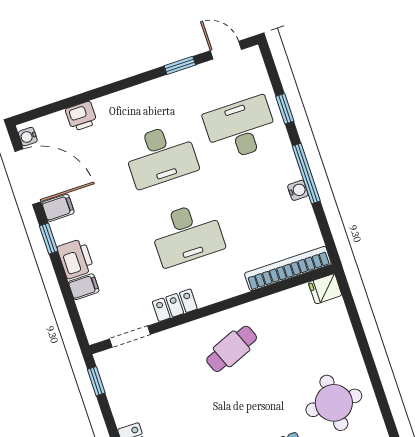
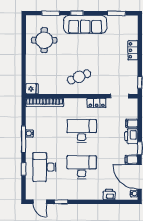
desk: (241, 129) -> (44, 167), turned 90

